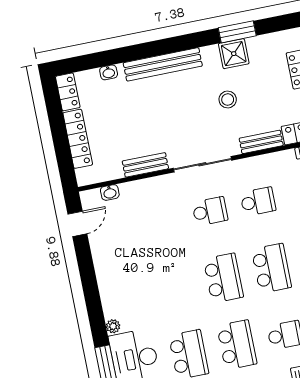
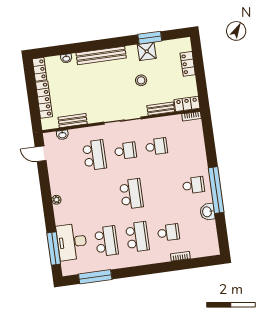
bench: (145, 165) -> (73, 121), moved
door: (77, 224) -> (41, 154), swing flipped
school desk: (271, 268) -> (94, 155), moved
plant: (113, 326) -> (56, 200), moved

